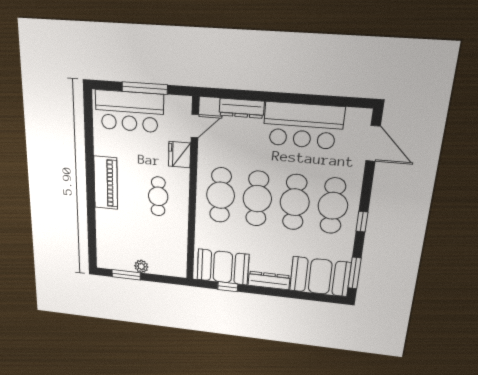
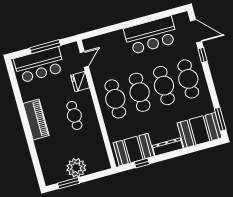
dresser: (242, 108) -> (110, 38), removed
window: (362, 222) -> (203, 55), moved
plant: (141, 266) -> (76, 168), width x1.87, depth x1.87

